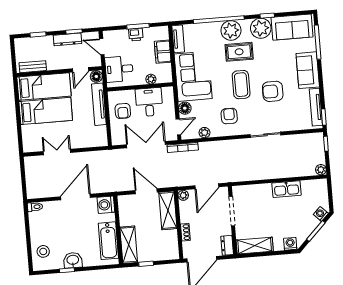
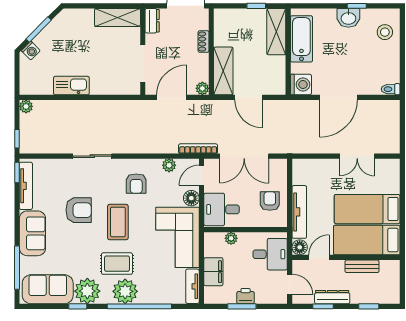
bench: (33, 67) -> (362, 266), moved
desk: (149, 102) -> (222, 209), moved, turned 90
washing machine: (290, 244) -> (72, 16), removed

